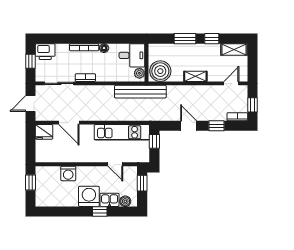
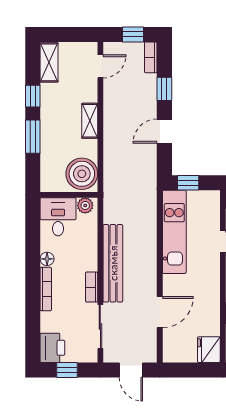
door: (231, 83) -> (100, 66), swing flipped
bench: (140, 92) -> (113, 263), moved
fridge: (44, 132) -> (209, 350), moved, turned 180

